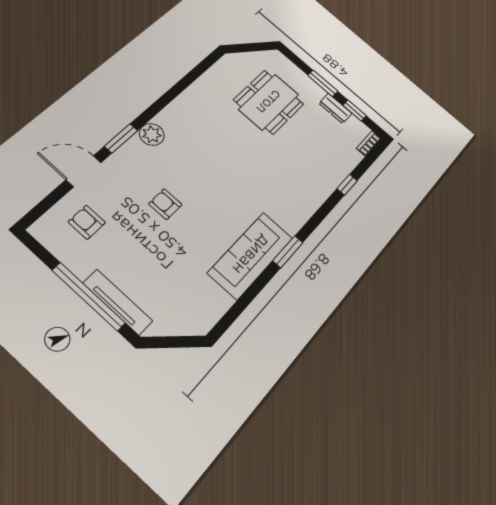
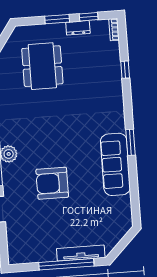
armchair: (165, 204) -> (52, 183), width x1.88, depth x1.88
armchair: (87, 222) -> (29, 232), removed

